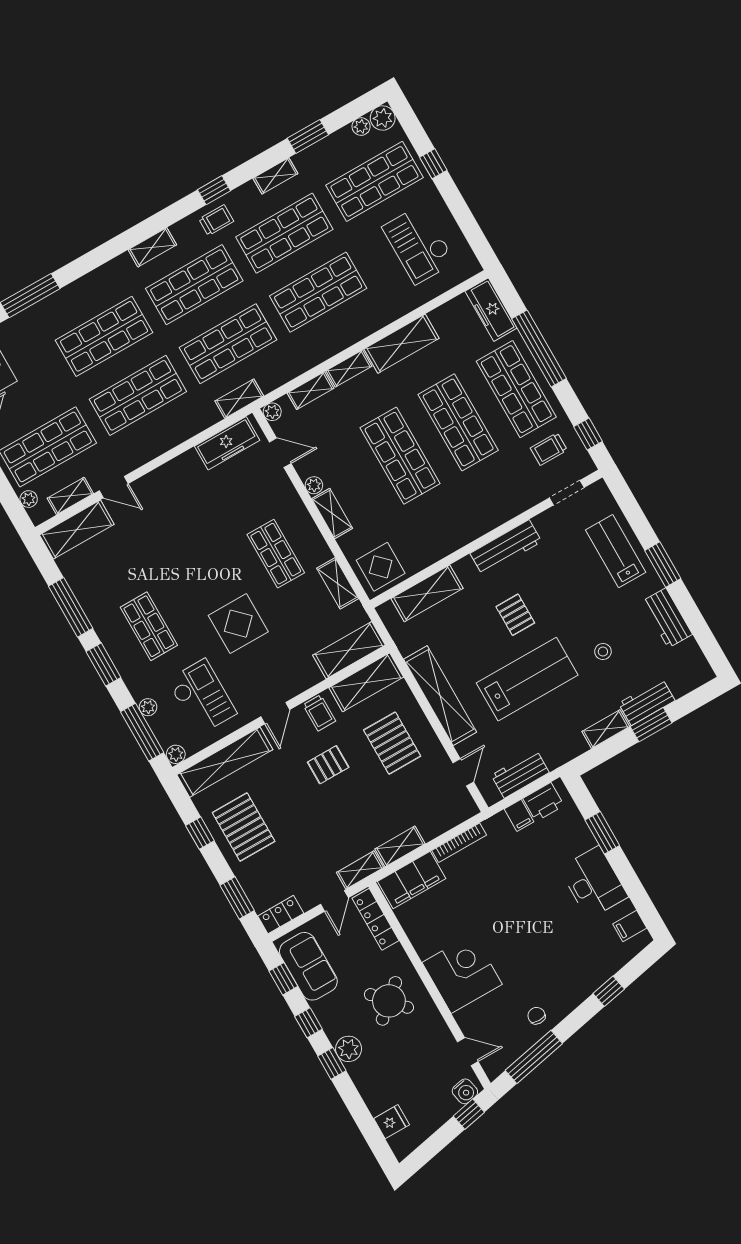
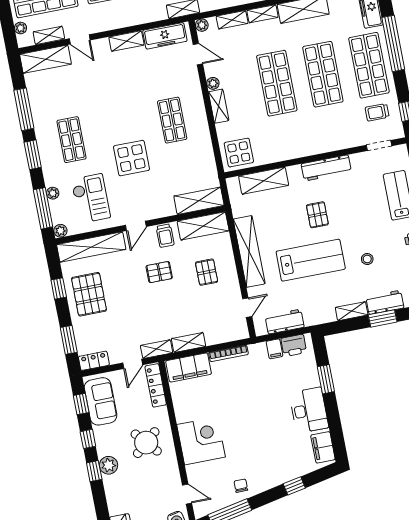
shelving: (338, 583) -> (126, 41), moved, turned 90
pallet: (392, 743) -> (207, 272), width x0.67, depth x0.71
filing cabinet: (630, 926) -> (323, 447), width x2.00

